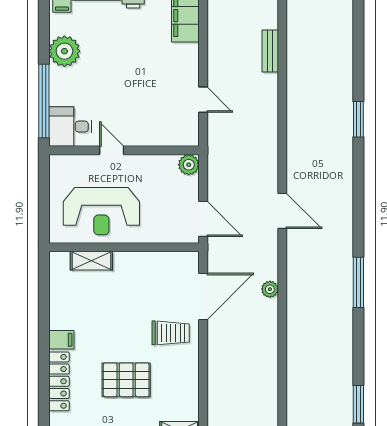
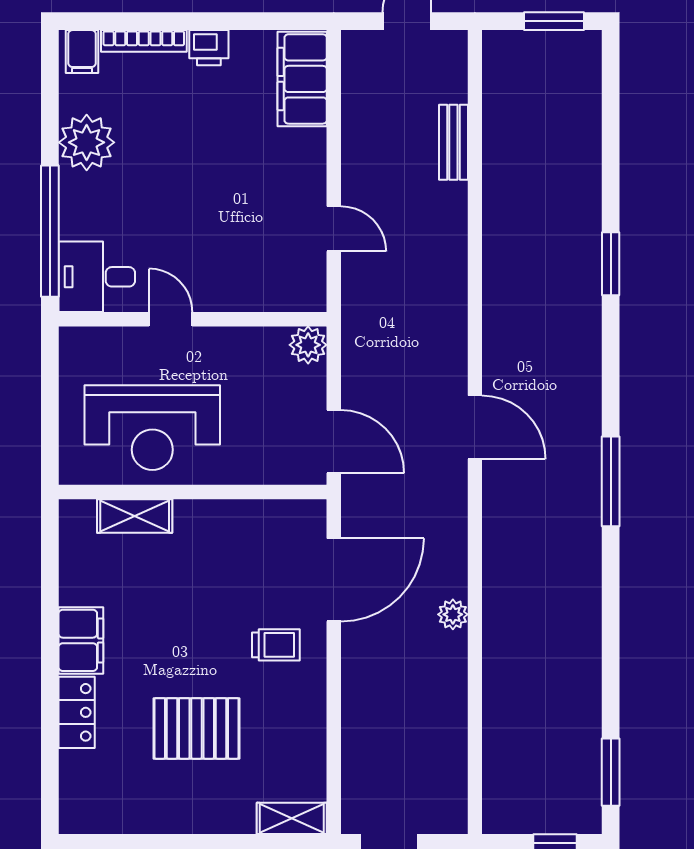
window: (358, 282) -> (611, 481), moved
plant: (270, 289) -> (453, 614), moved
trolley: (171, 333) -> (276, 645), width x0.73, depth x0.72
filing cabinet: (61, 340) -> (81, 640), width x2.00
locker: (59, 381) -> (77, 712), width x0.66

